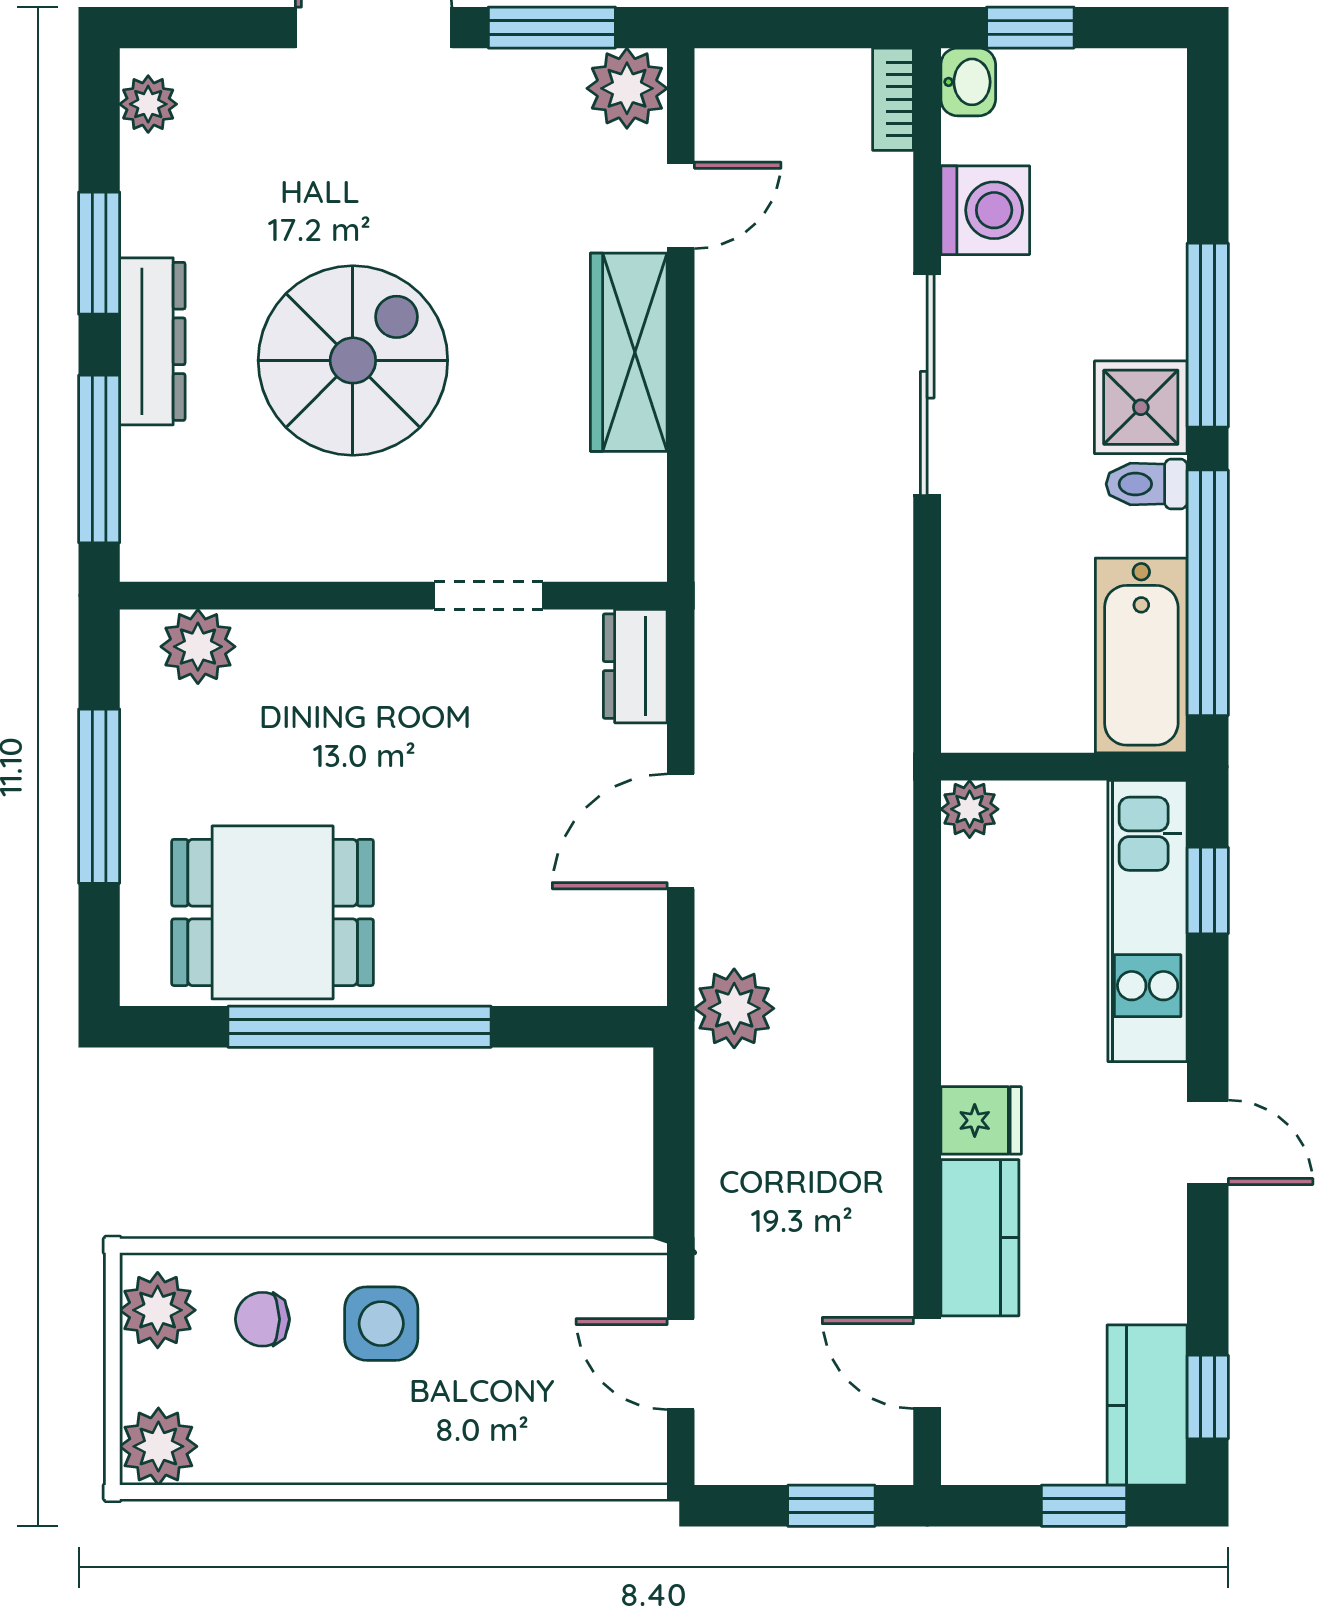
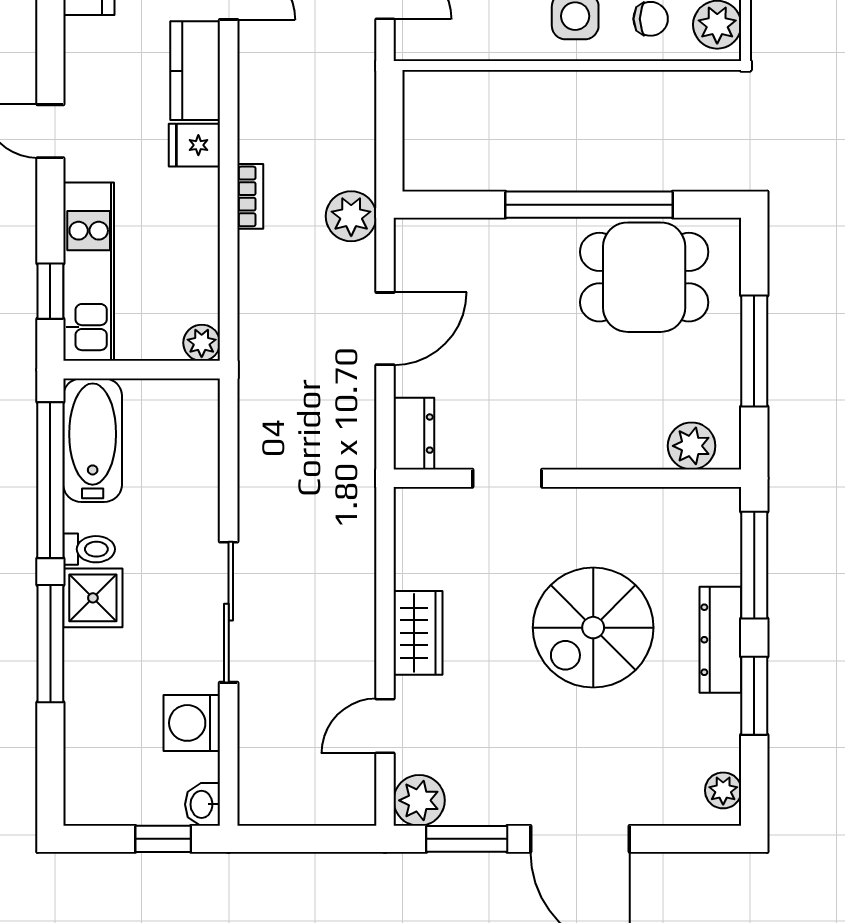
bookcase: (893, 99) -> (250, 196), moved
wardrobe: (629, 352) -> (418, 633), width x0.67

